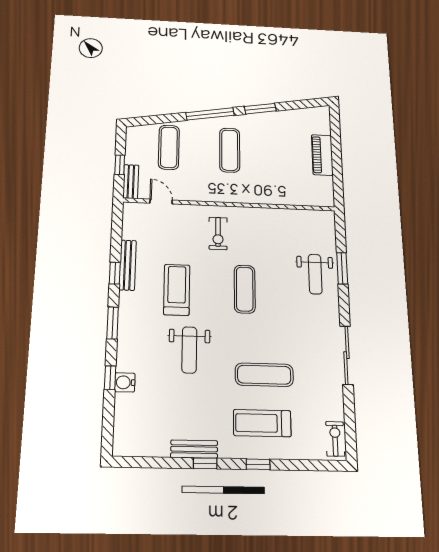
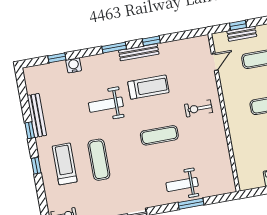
bench: (131, 182) -> (242, 34), moved
bench: (128, 265) -> (139, 52), moved
window: (110, 378) -> (57, 58), moved
bench: (194, 449) -> (37, 115), width x1.36

